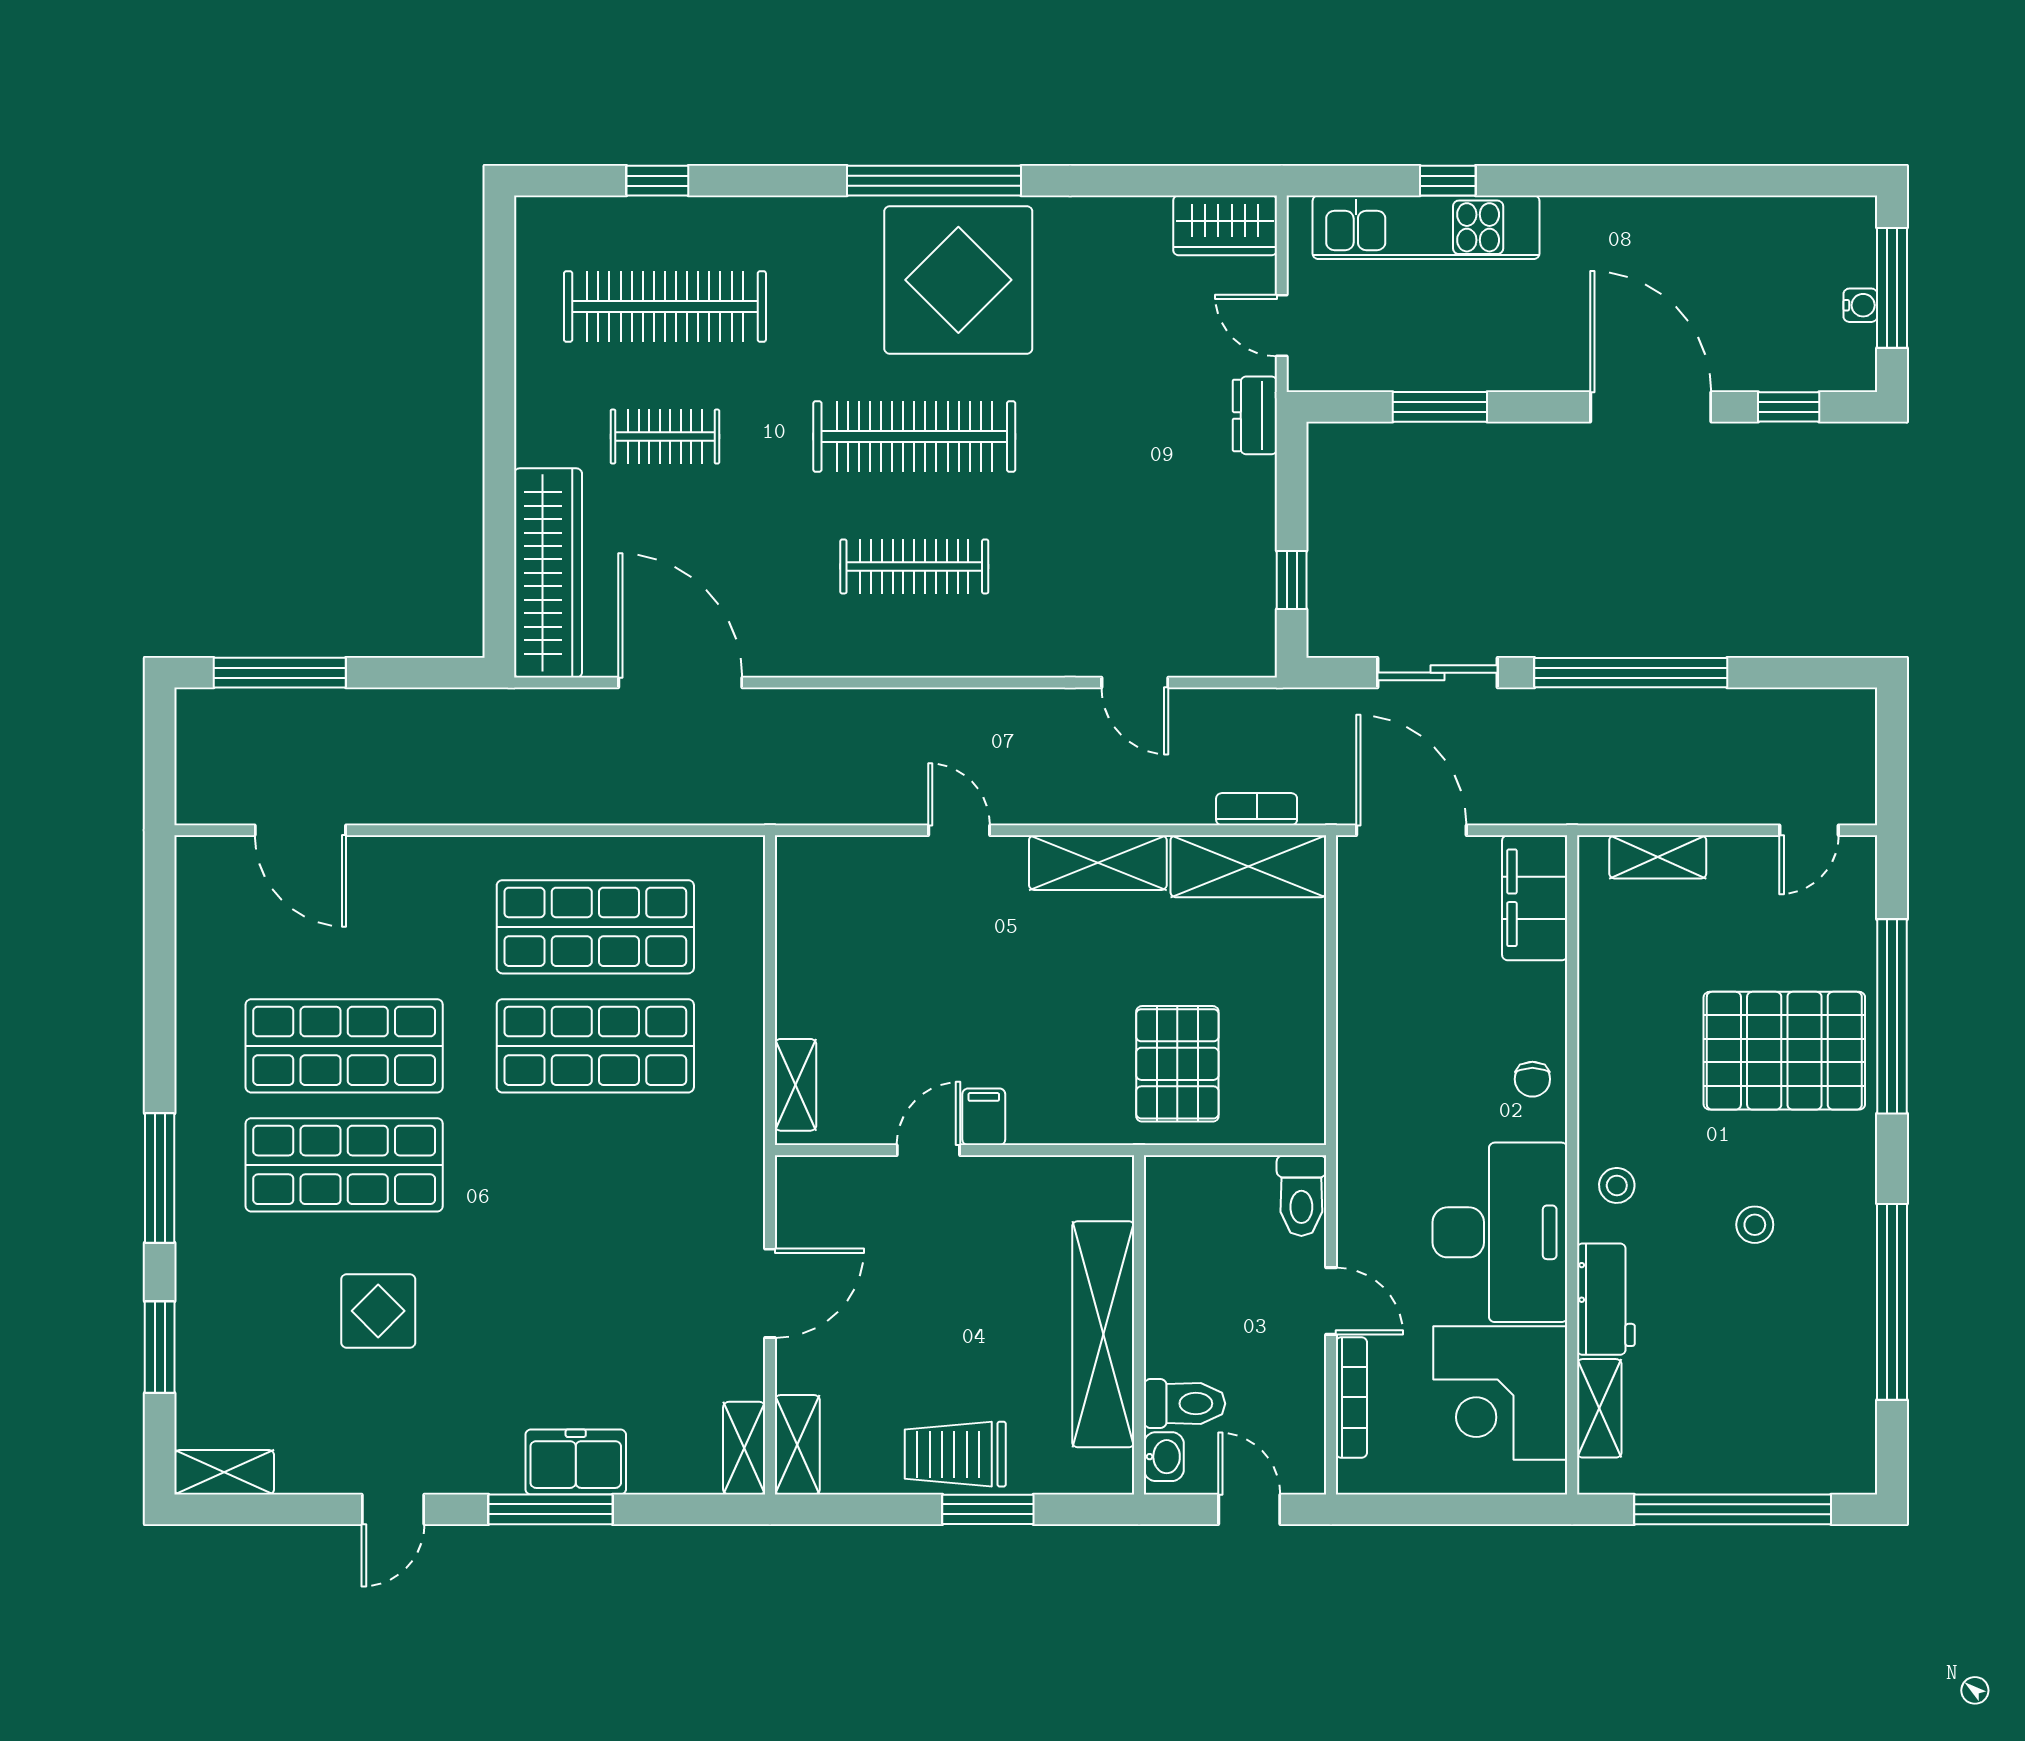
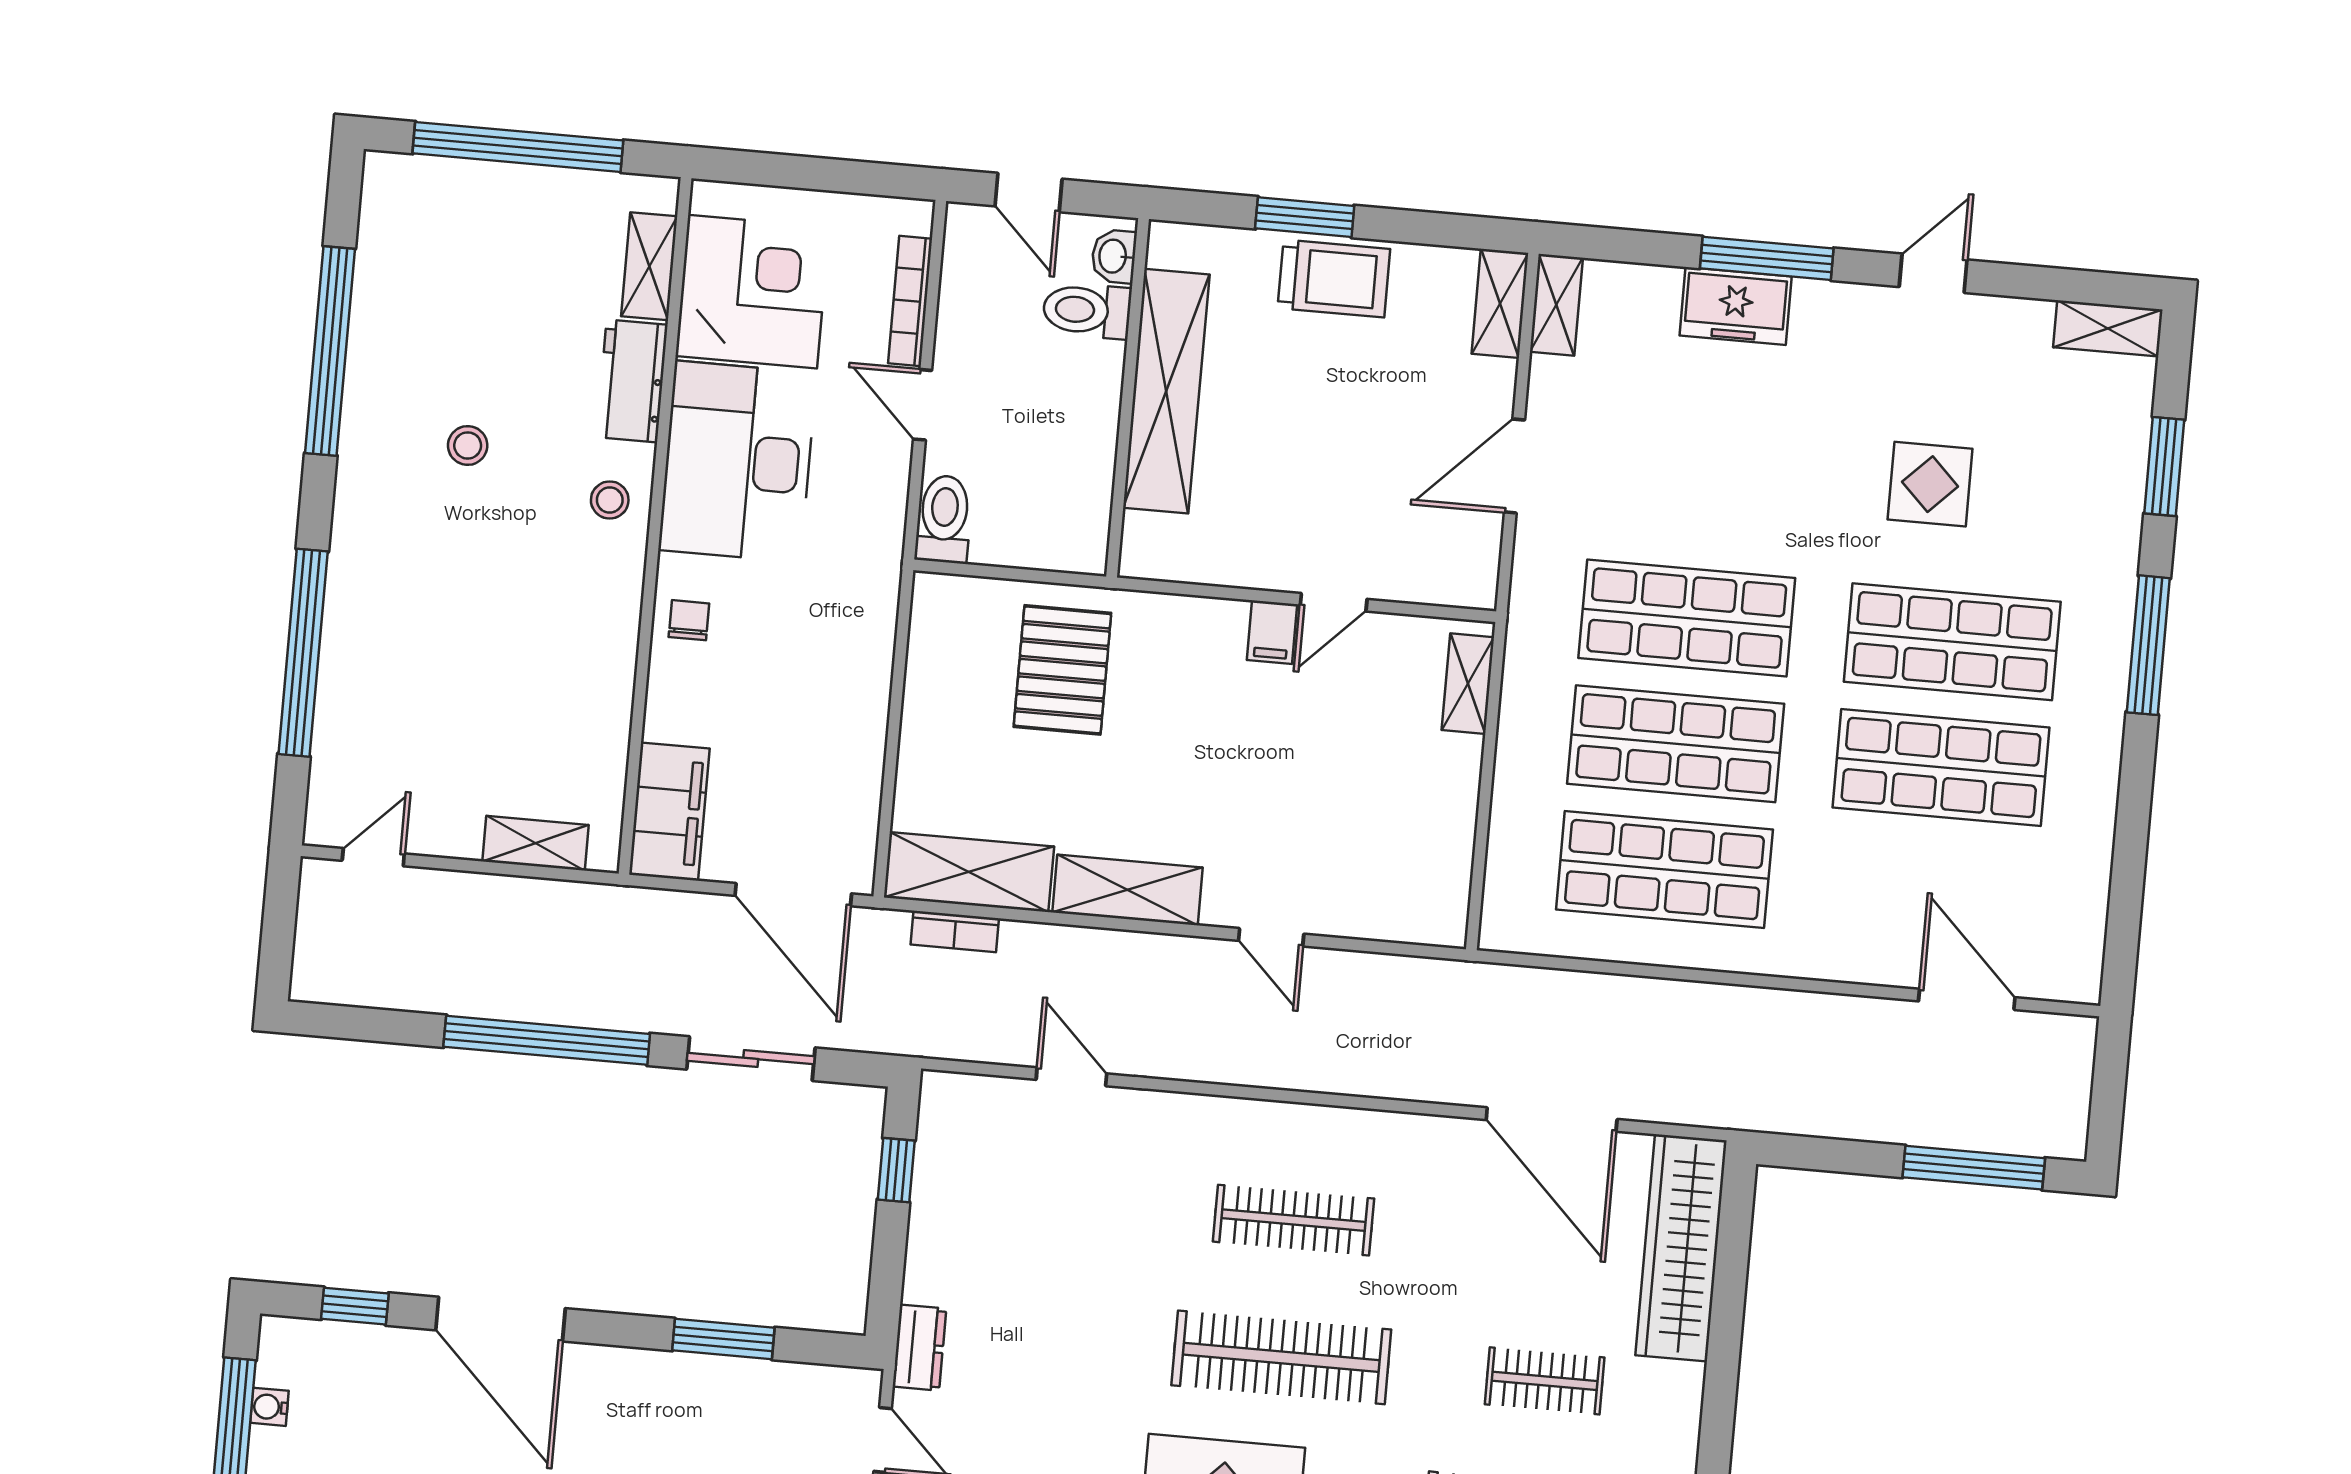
pallet: (1784, 1051) -> (420, 627), removed
shop shelf: (595, 1165) -> (1687, 618), added

